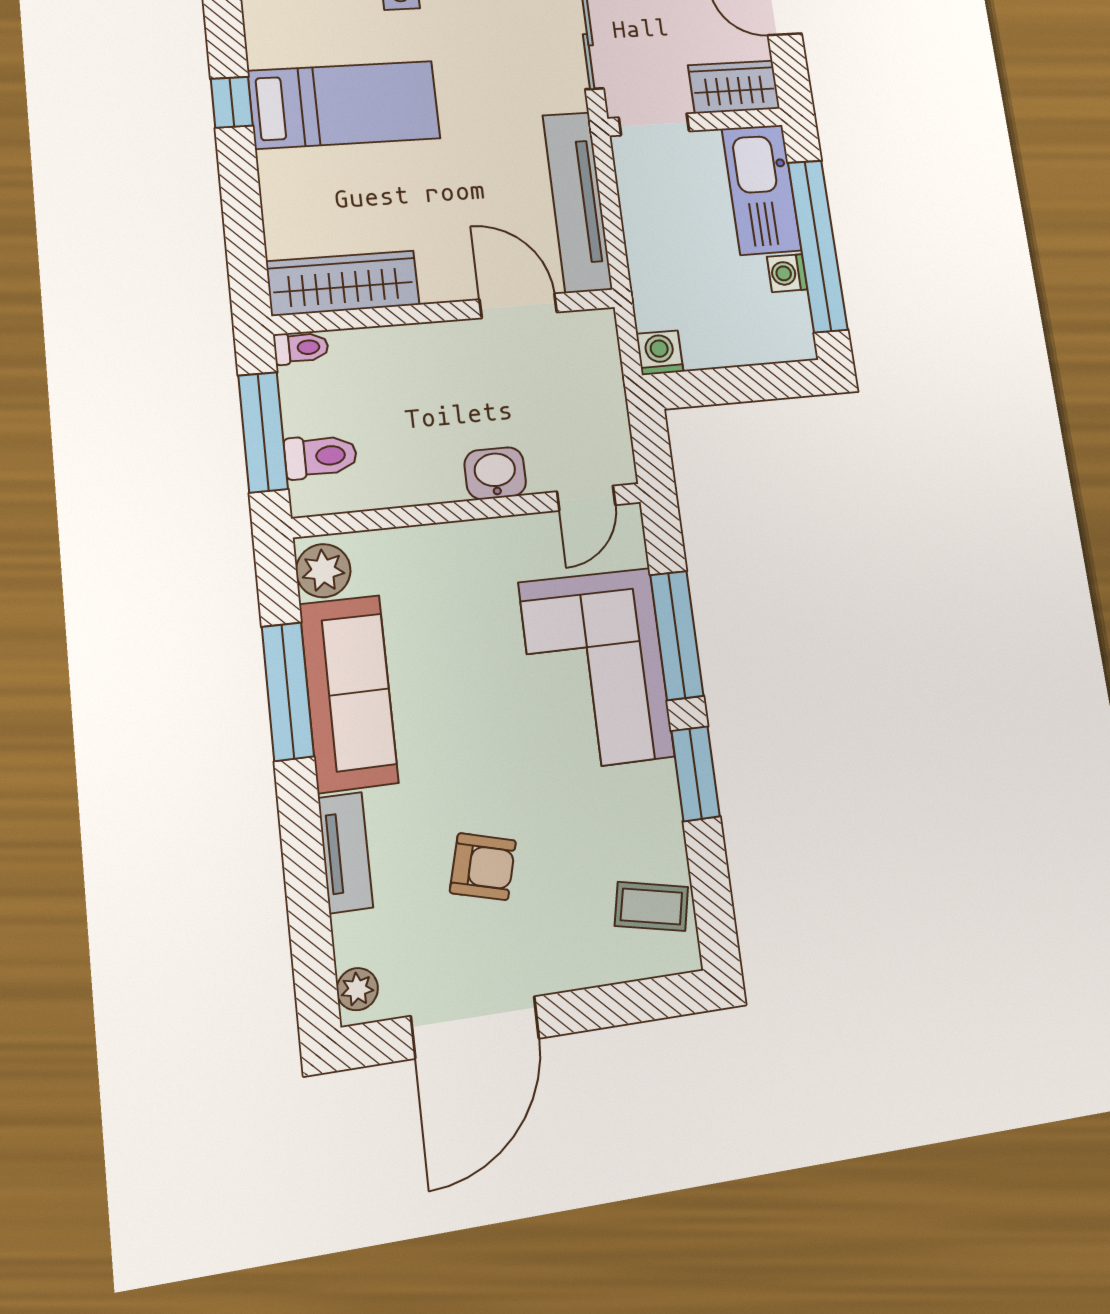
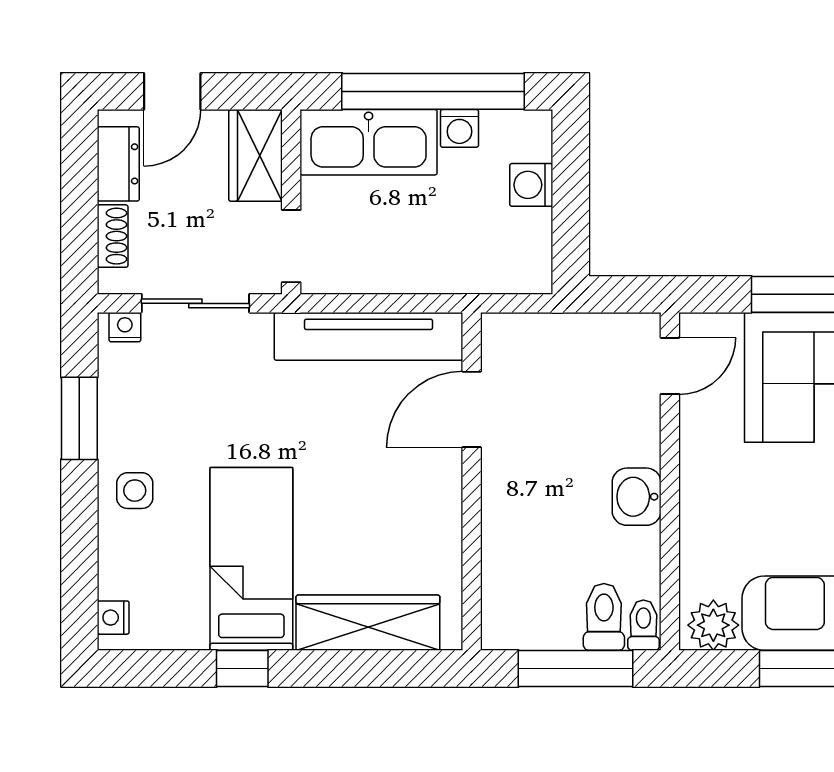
wardrobe: (343, 283) -> (368, 623), moved, turned 90
toilet: (301, 348) -> (643, 625), moved
washing machine: (660, 353) -> (531, 185), moved
washbasin: (495, 473) -> (637, 497), moved
door: (586, 498) -> (670, 366), hinge flipped

